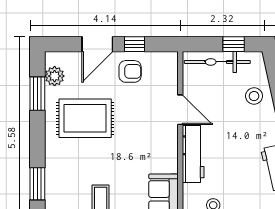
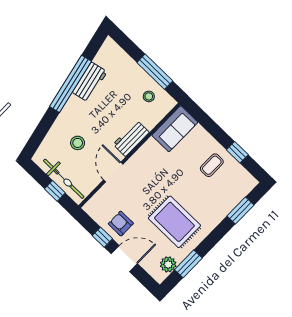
window: (234, 44) -> (55, 191), moved
stool: (254, 96) -> (78, 143), moved
workbench: (193, 154) -> (131, 138), width x0.73

